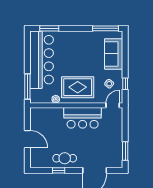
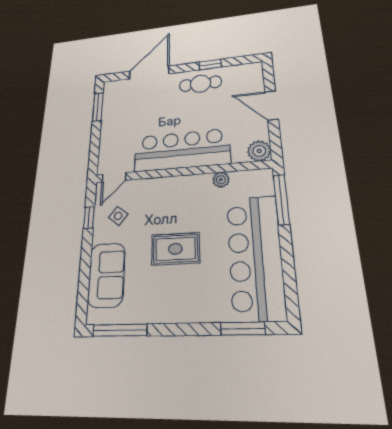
rug: (78, 87) -> (175, 249), moved, width x0.73, depth x0.70
plant: (36, 113) -> (259, 151), added
bar counter: (83, 118) -> (182, 150), width x1.36

